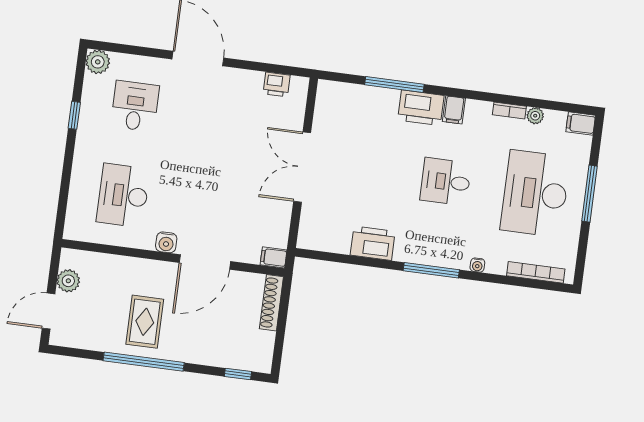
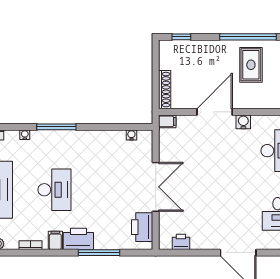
bookcase: (509, 110) -> (31, 245), moved
desk: (446, 182) -> (54, 190), width x1.37
printer: (373, 243) -> (142, 227), moved, turned 90
water cooler: (327, 245) -> (131, 135), added

